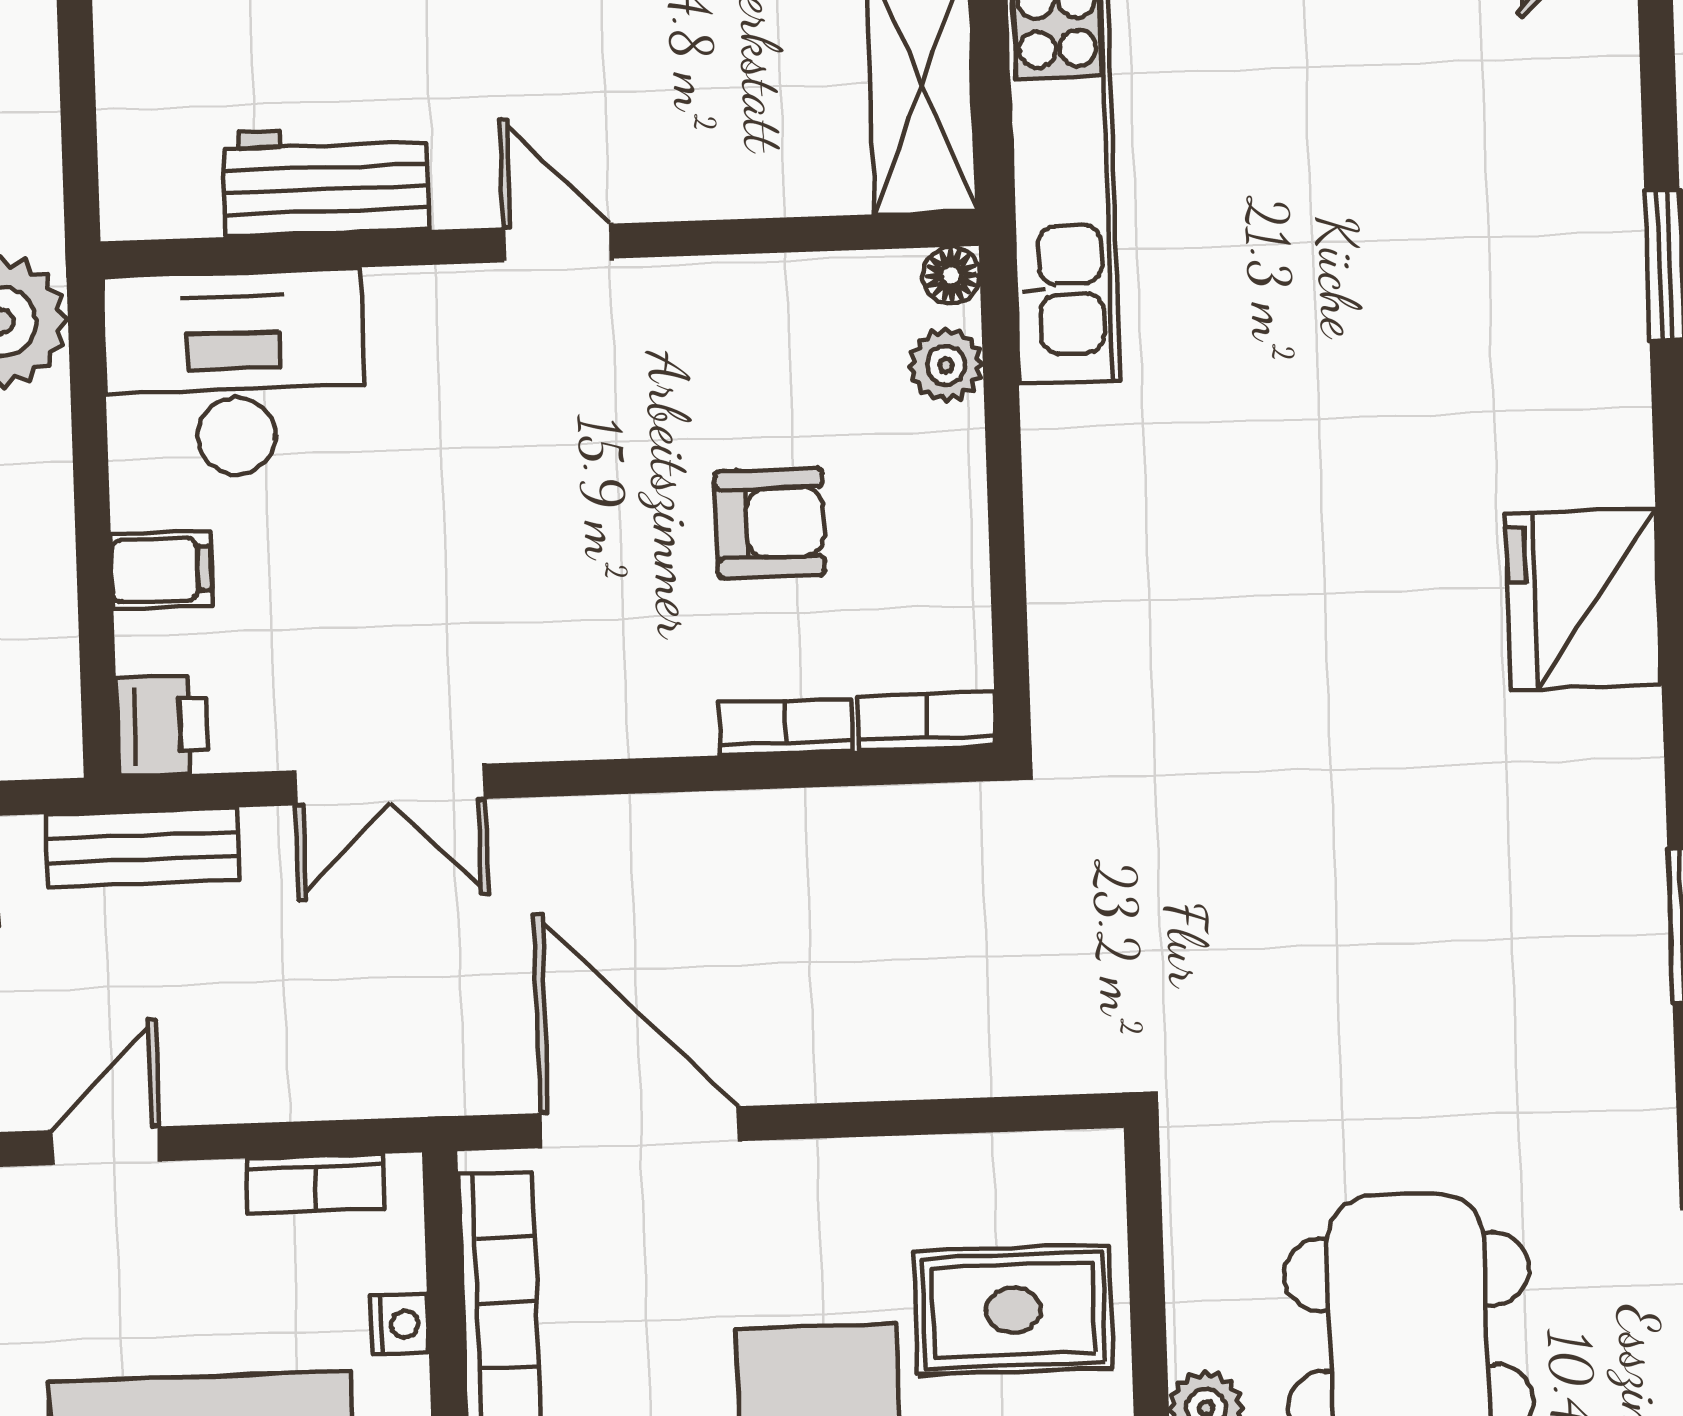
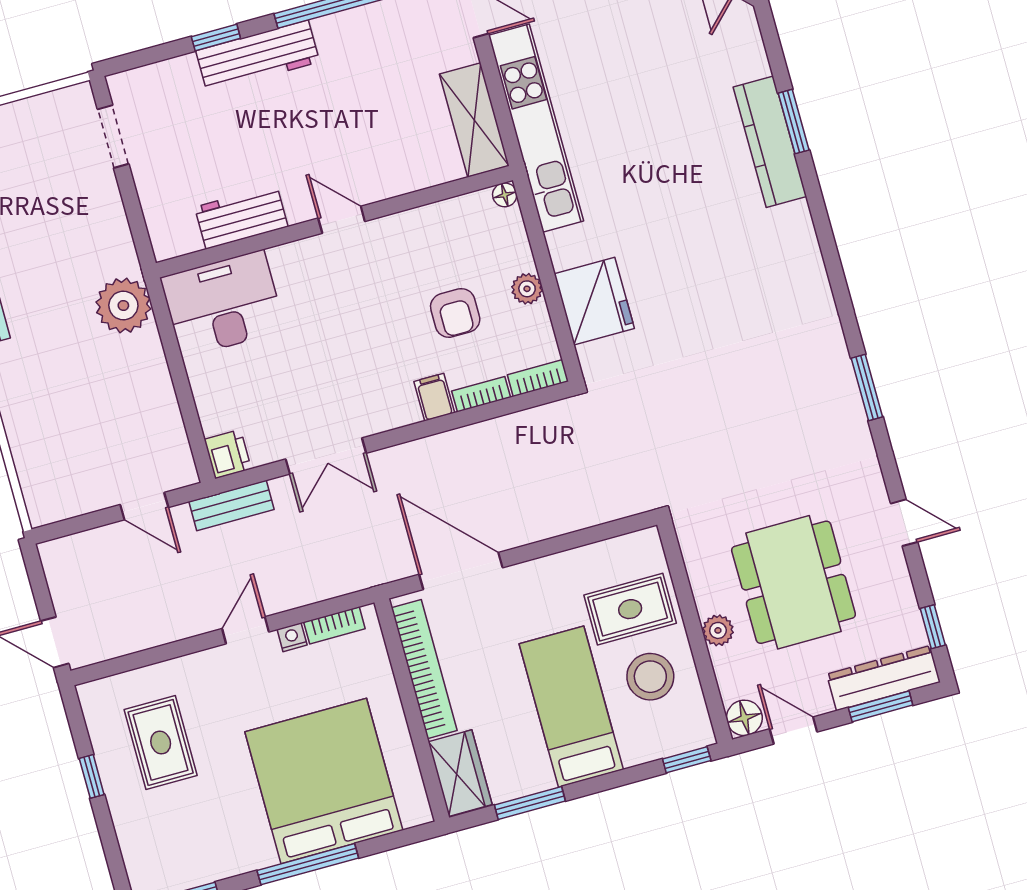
kitchen counter: (1598, 299) -> (770, 142), added
plant: (946, 365) -> (527, 289), moved
armchair: (770, 523) -> (455, 313), turned 90
filing cabinet: (161, 570) -> (434, 397), moved, turned -90
fridge: (1583, 599) -> (594, 301), moved, turned 180
nightstand: (400, 1324) -> (292, 637), moved, turned -90

